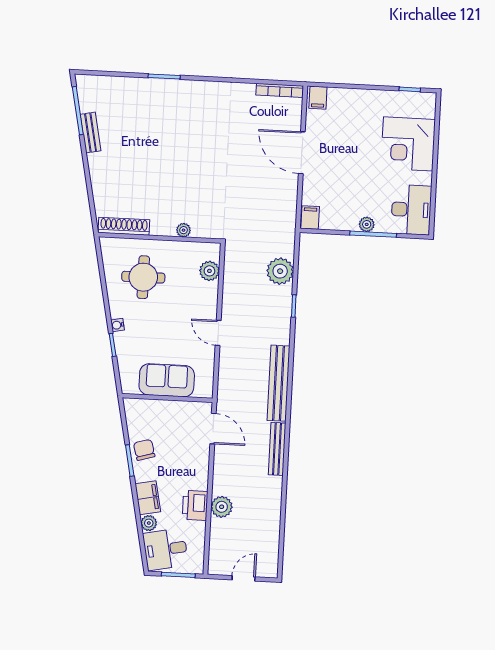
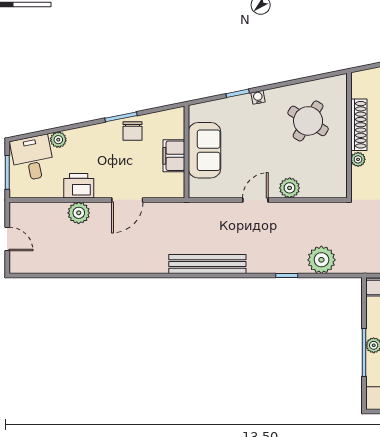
shoe rack: (124, 226) -> (359, 125), moved
plant: (209, 271) -> (290, 188), moved
round table: (143, 277) -> (308, 121), turned 32
door: (213, 429) -> (127, 200), moved
bench: (277, 449) -> (141, 266), removed
chair: (144, 450) -> (133, 131), turned 106
filing cabinet: (148, 498) -> (174, 156), moved, turned 101

